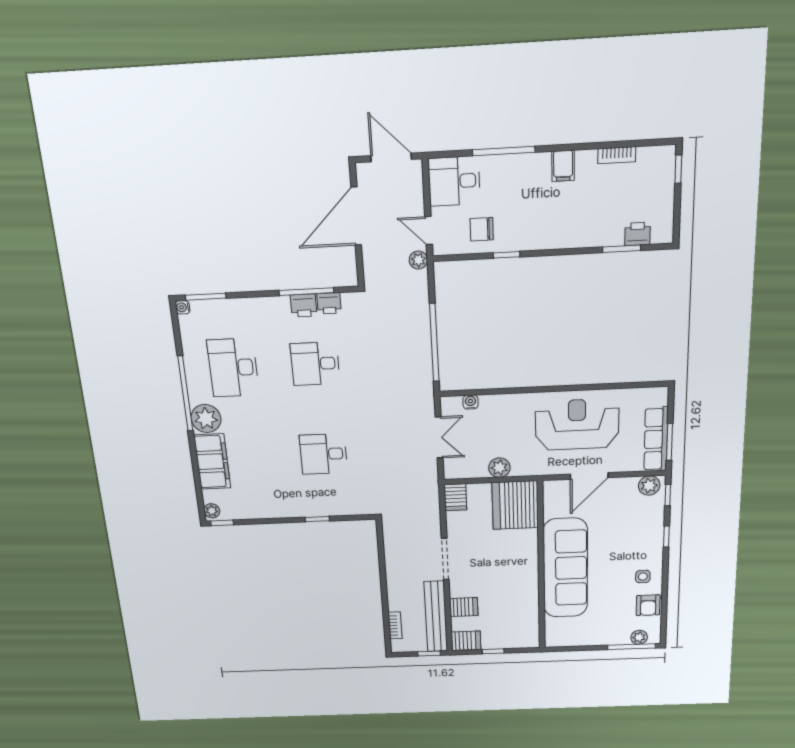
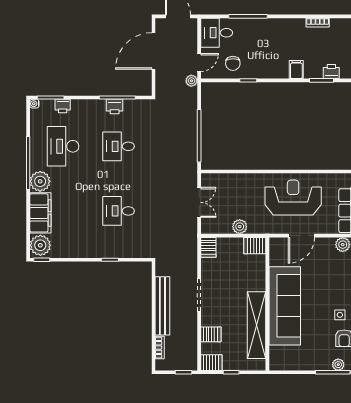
filing cabinet: (563, 166) -> (296, 70), moved, turned 180
chair: (482, 229) -> (233, 63), turned -90
door: (429, 231) -> (199, 62), swing flipped
printer: (329, 303) -> (63, 106), moved
water cooler: (470, 402) -> (221, 178), removed
server rack: (515, 505) -> (255, 246), width x0.46, depth x0.70
plant: (212, 511) -> (40, 245), width x1.88, depth x1.88
shelving: (526, 593) -> (257, 325), added
bench: (436, 617) -> (162, 306), moved

